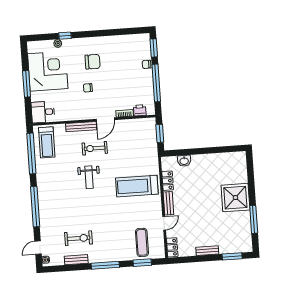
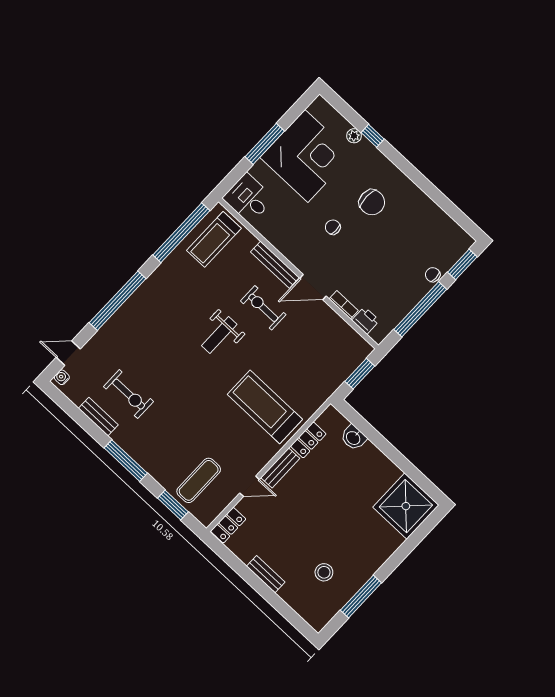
shower: (235, 198) -> (406, 506), moved
stool: (229, 226) -> (324, 572), added
window: (232, 256) -> (288, 613), removed

